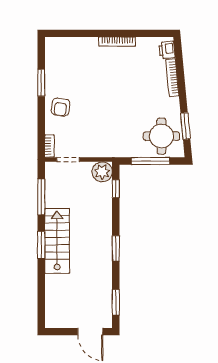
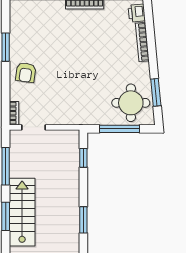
plant: (102, 172) -> (69, 140), removed

